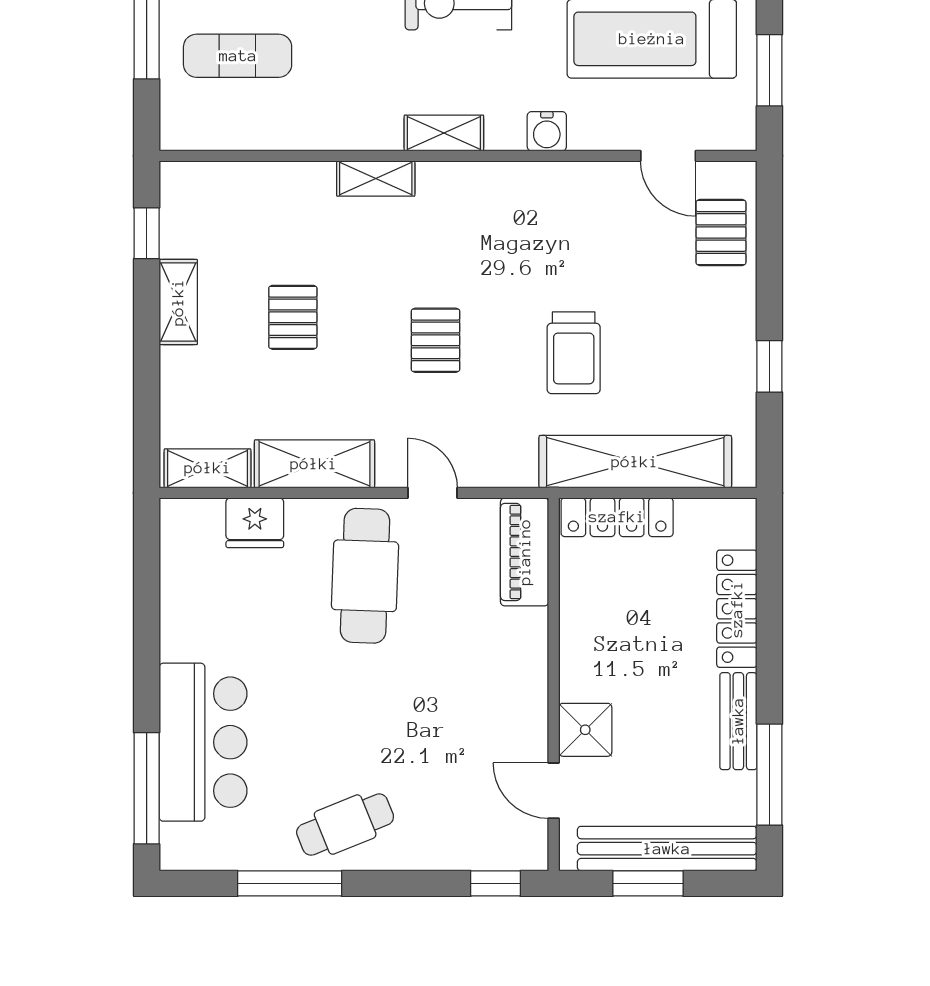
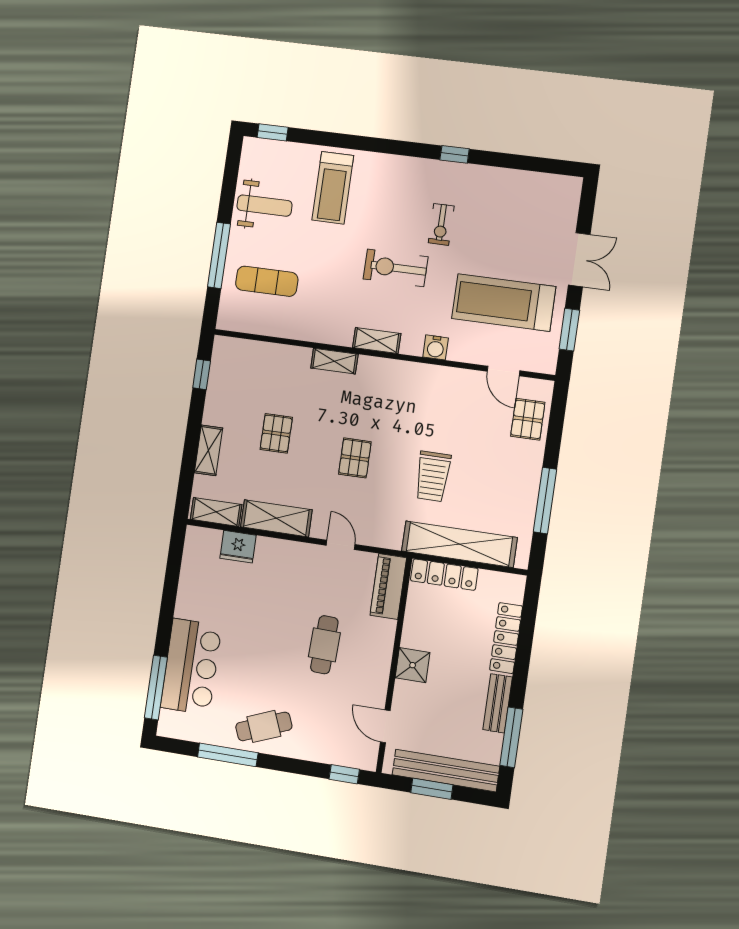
shelving: (178, 302) -> (208, 450), moved
window: (769, 366) -> (545, 501), width x2.17
cafe table: (365, 576) -> (324, 645), moved, width x0.73, depth x0.74
shower: (585, 730) -> (413, 665), moved

